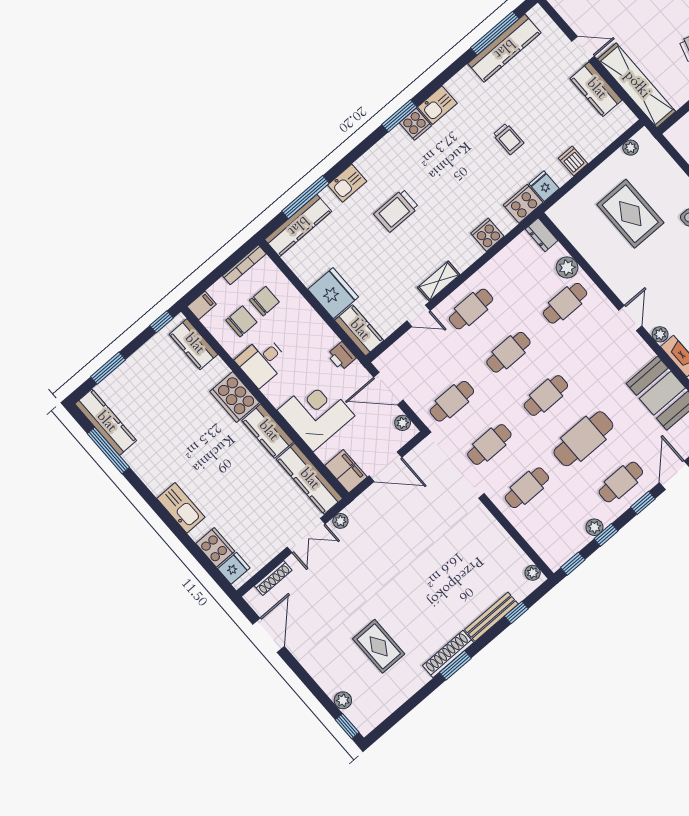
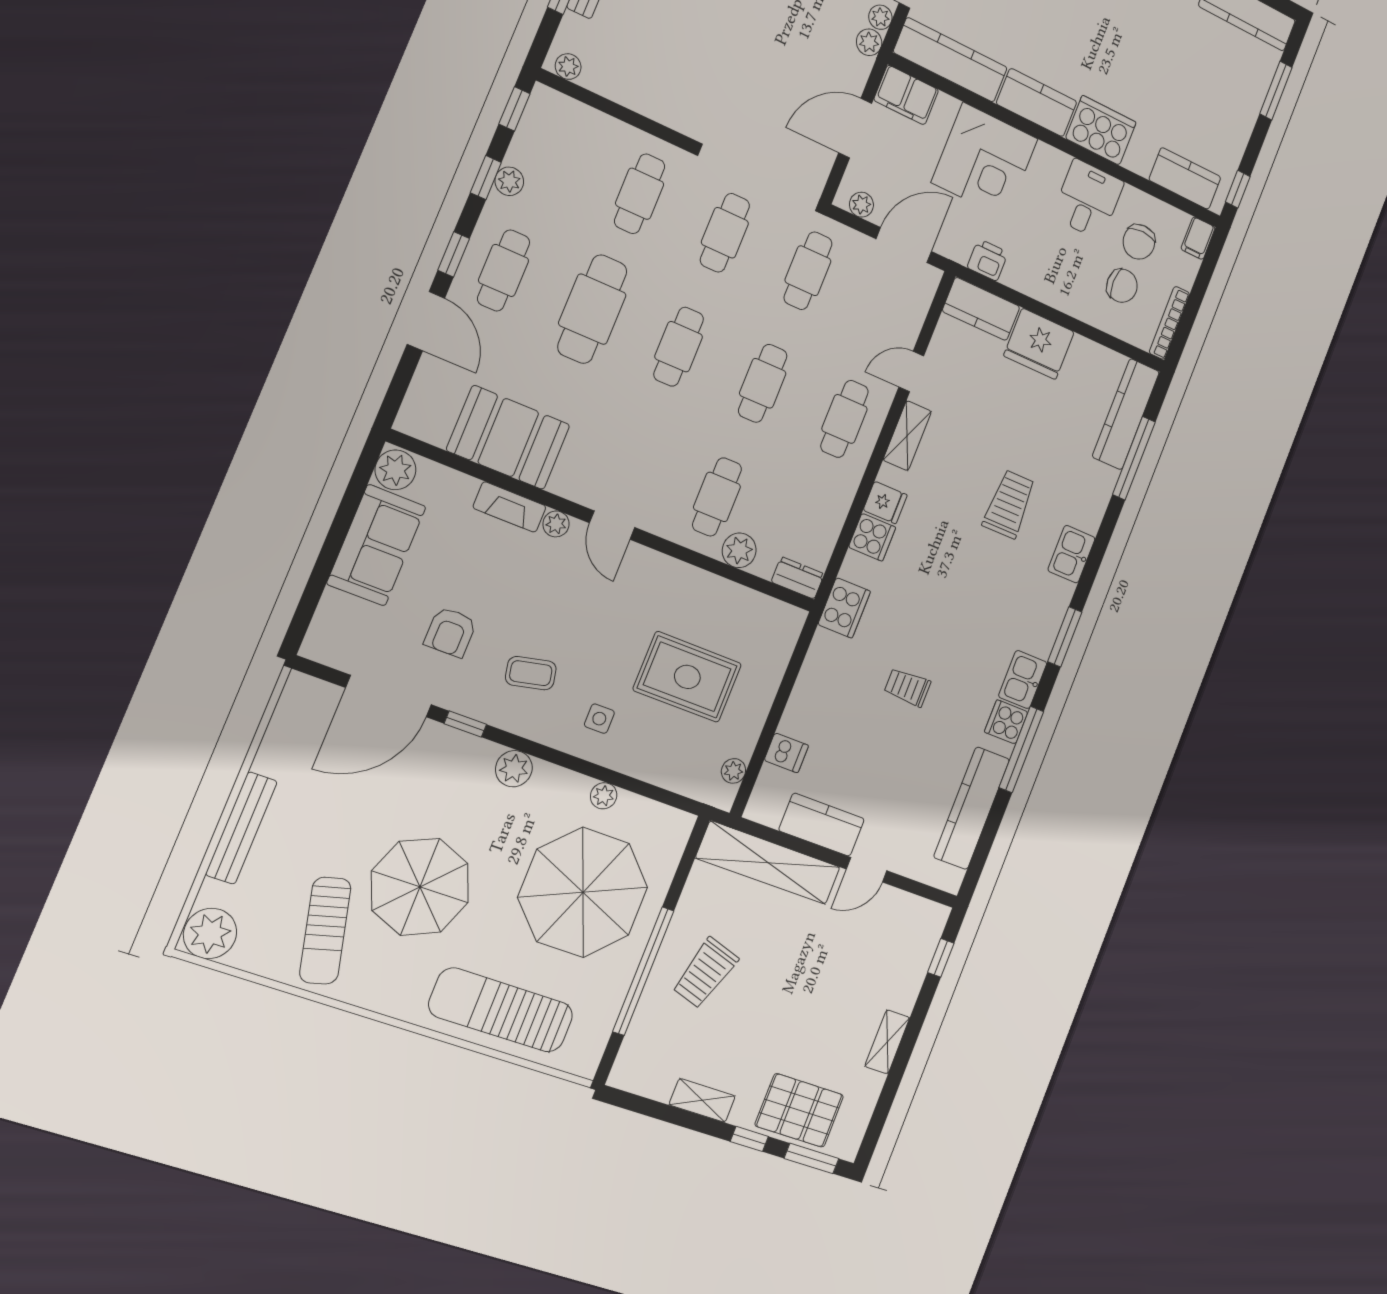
window: (495, 33) -> (1021, 749), moved
cooker: (415, 124) -> (1006, 722), moved
dishwasher: (573, 161) -> (786, 753), moved
kitchen sink: (347, 183) -> (1071, 554), moved
fridge: (544, 186) -> (885, 503), moved
chair: (264, 301) -> (1122, 286), turned -90
plant: (354, 510) -> (869, 42), added

